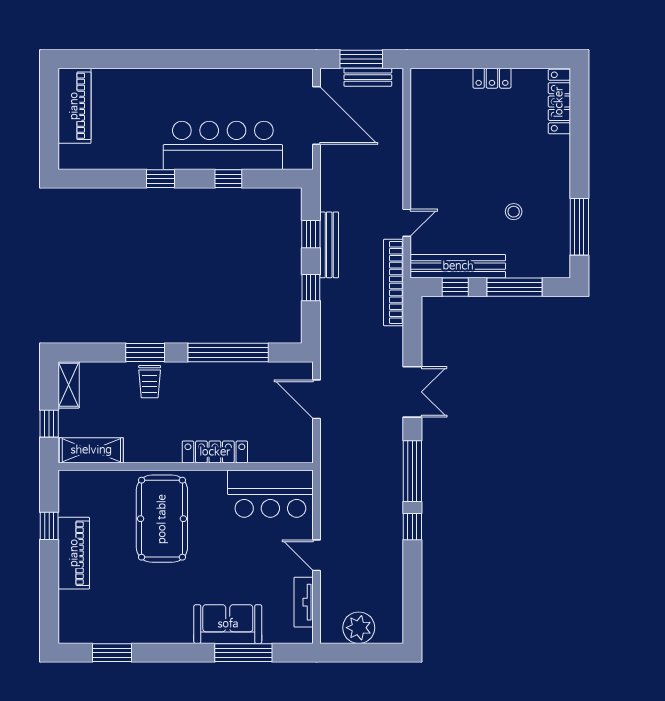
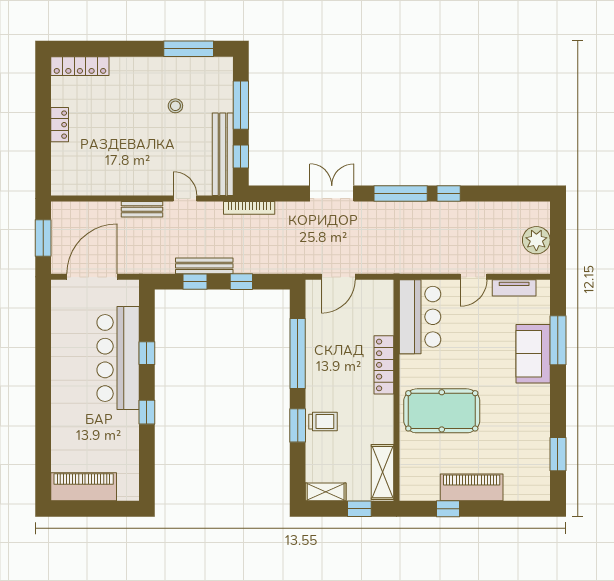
bench: (368, 77) -> (142, 209), moved, turned 90
bookcase: (394, 282) -> (249, 208), width x0.68, depth x0.76

